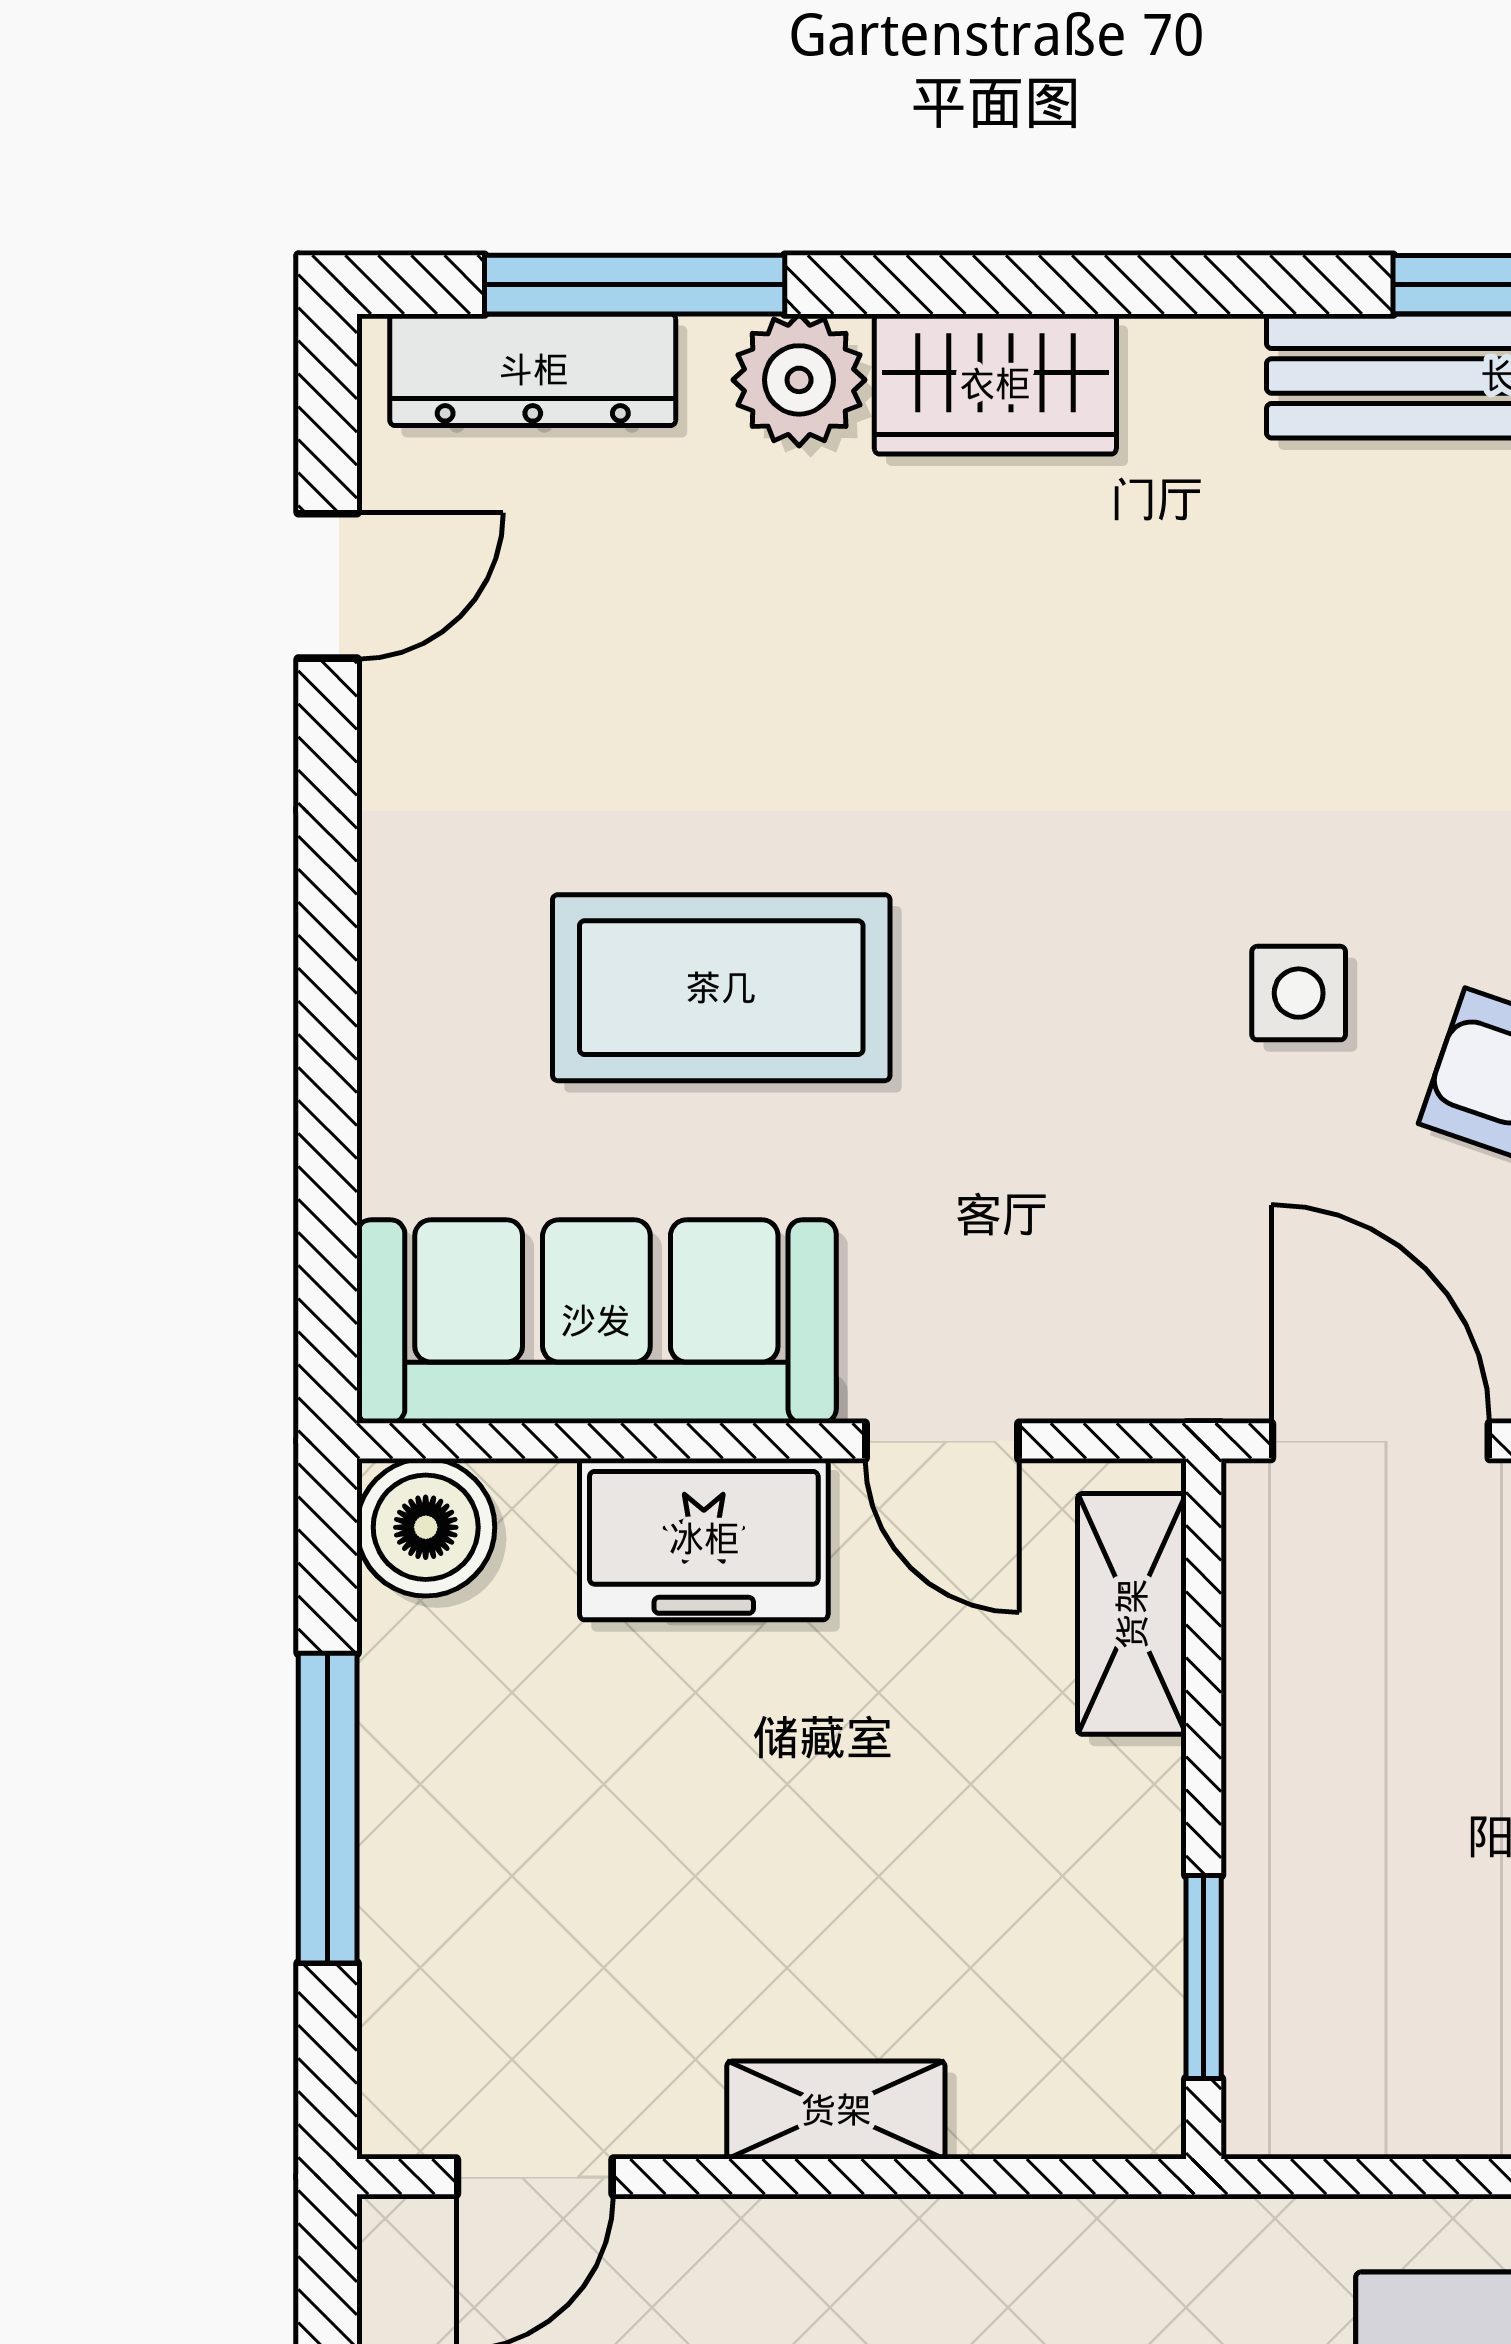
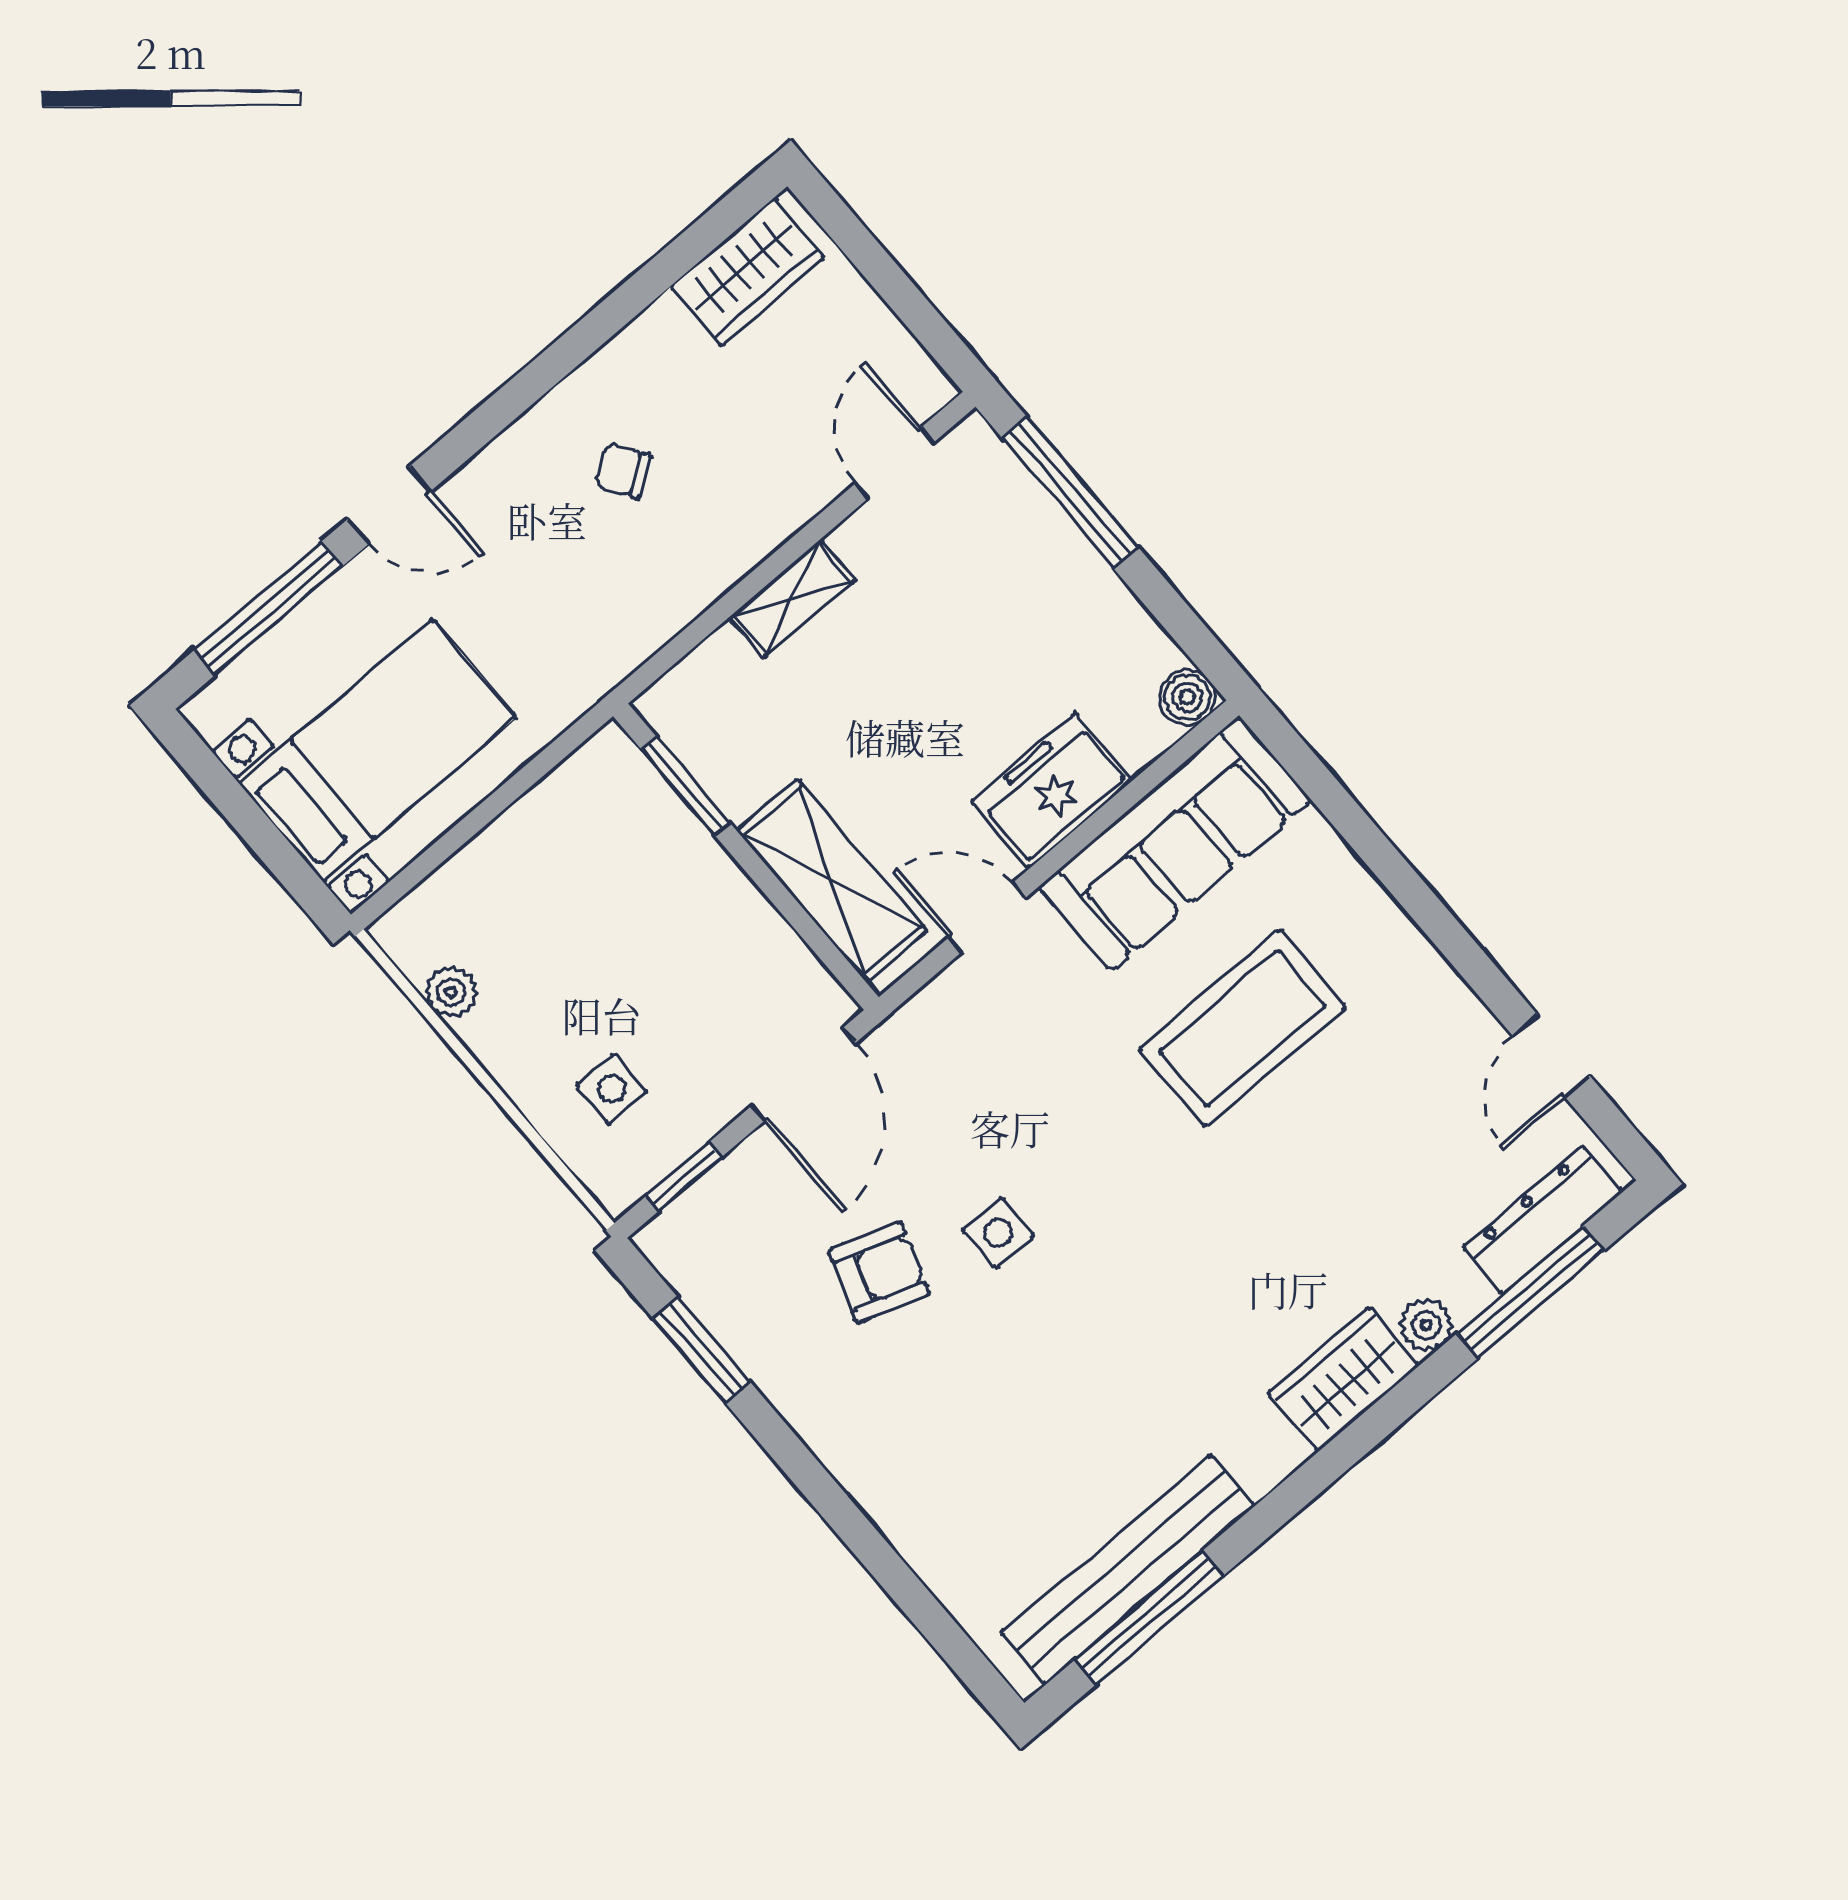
plant: (799, 380) -> (1426, 1325), width x0.73, depth x0.73
door: (1380, 1441) -> (804, 1074), hinge flipped
boiler: (426, 1527) -> (1187, 697), width x0.73, depth x0.73
shelving: (1132, 1614) -> (832, 881), width x1.50, depth x1.33
window: (328, 1808) -> (1071, 493), moved

